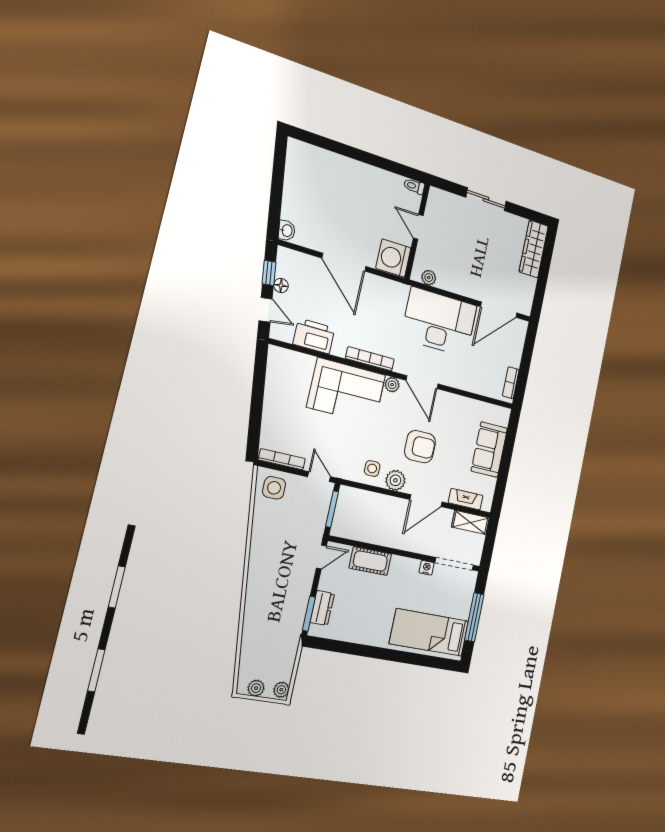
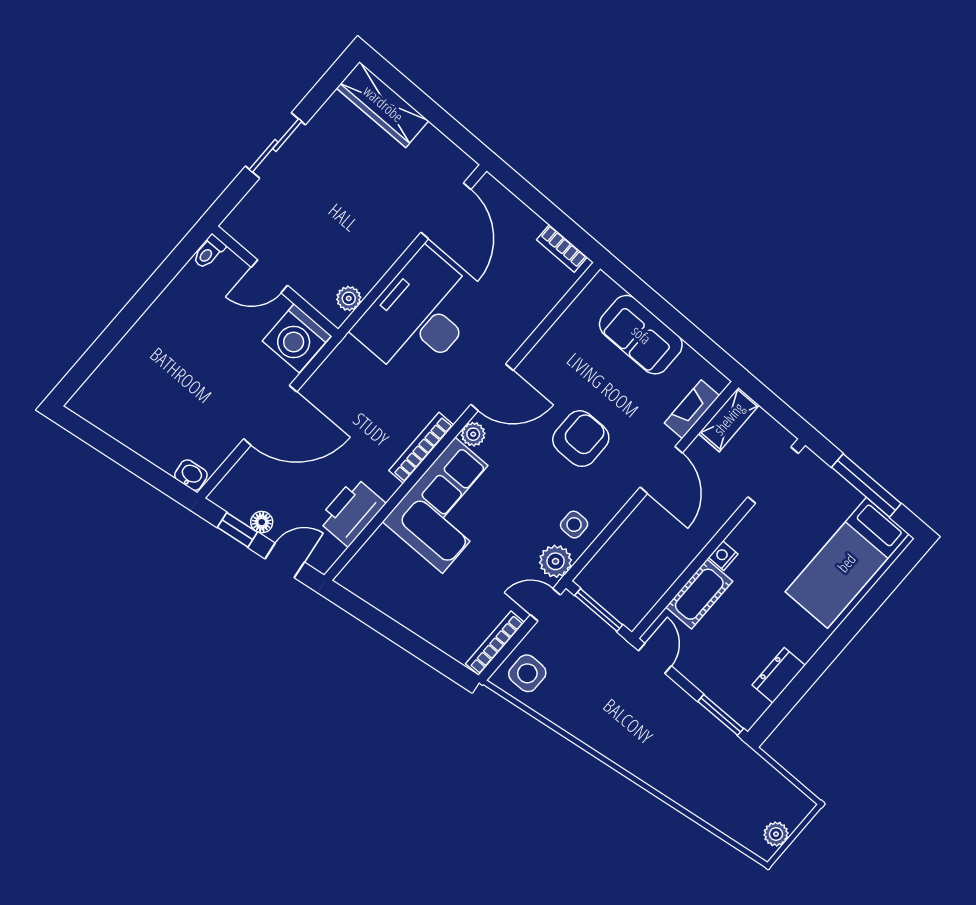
plant: (395, 480) -> (556, 561), moved
nightstand: (427, 568) -> (723, 556), moved
dresser: (322, 608) -> (779, 675), moved, turned -90
plant: (281, 690) -> (799, 803), removed

